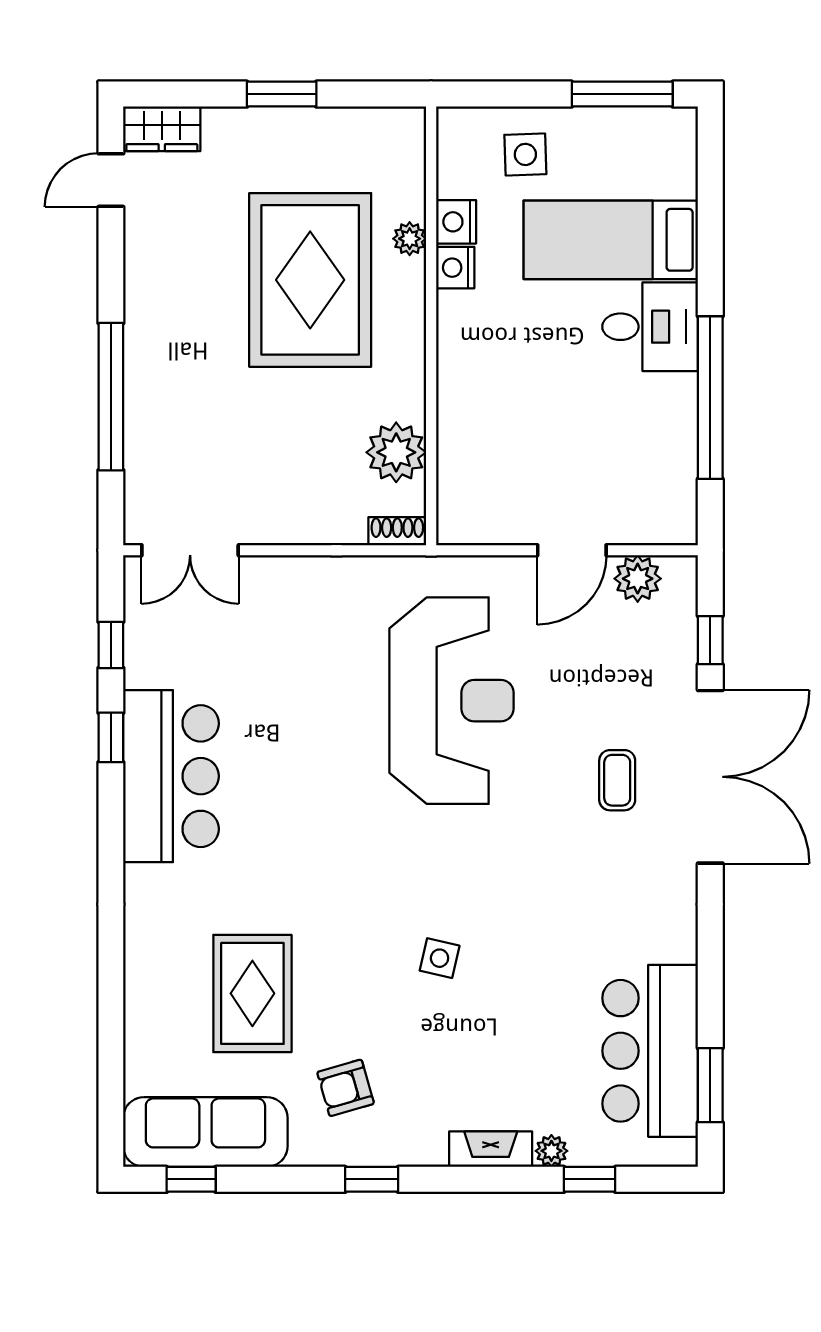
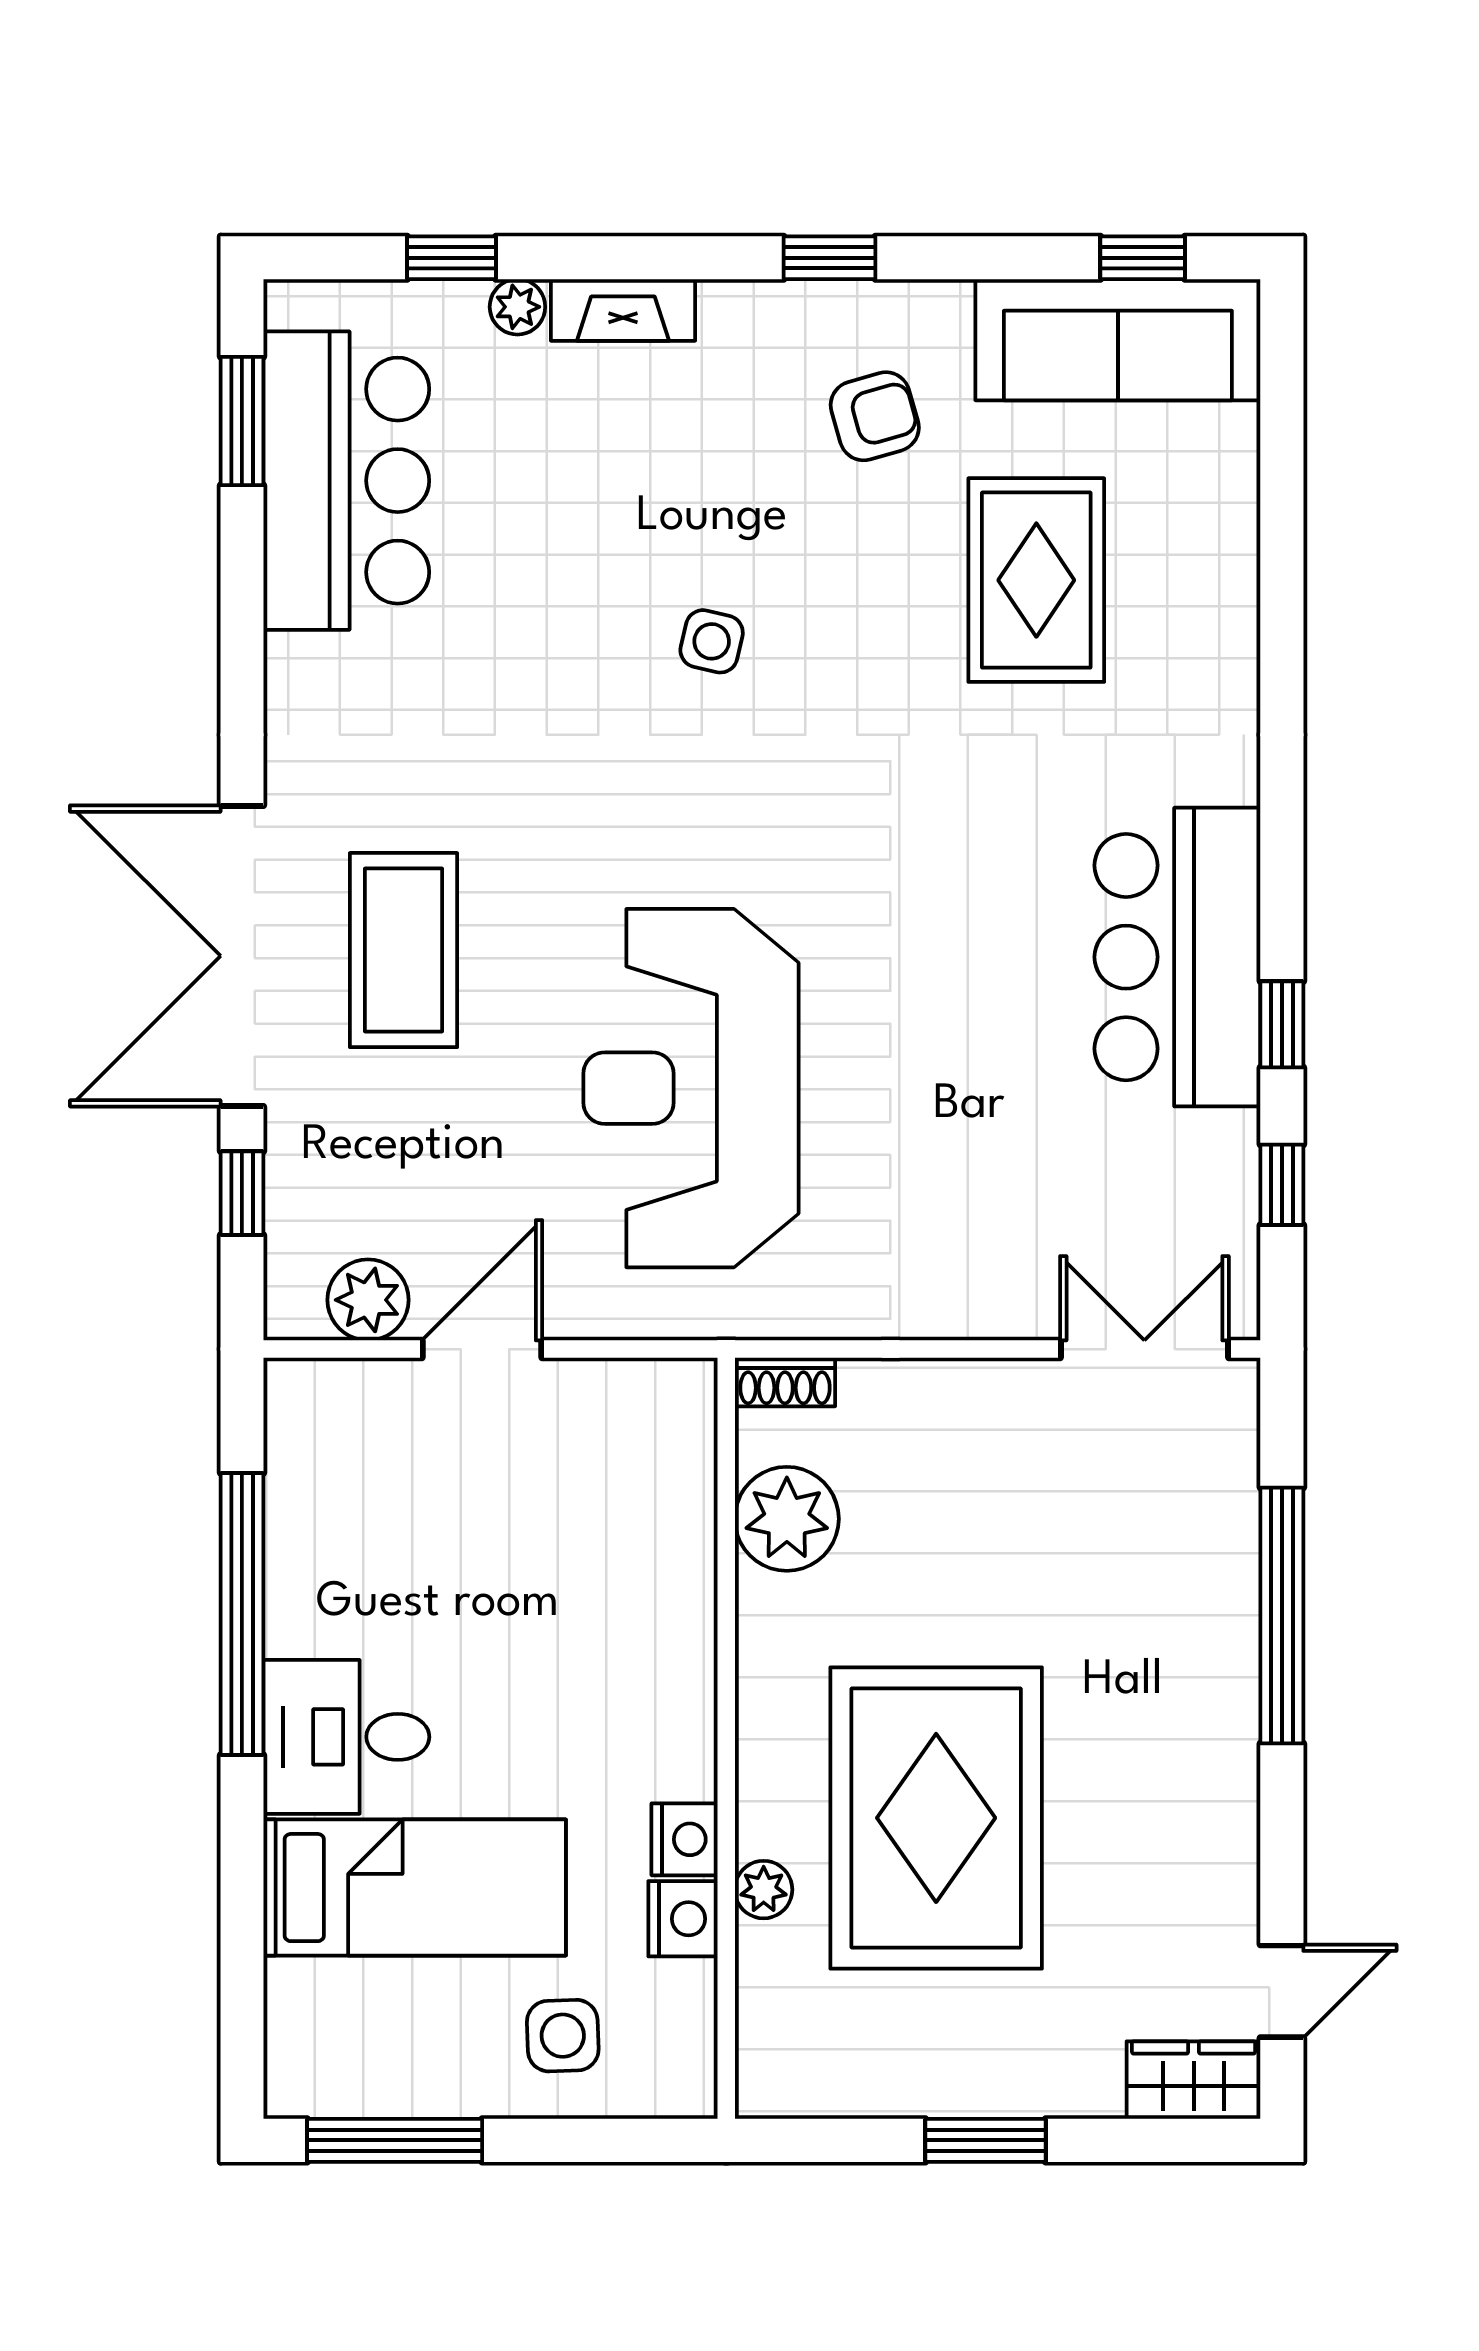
coffee table: (617, 780) -> (403, 950), width x1.86, depth x1.72

